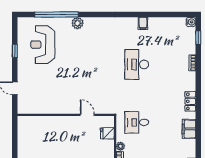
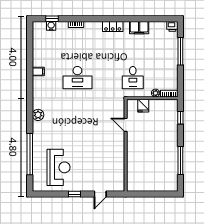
water cooler: (191, 22) -> (51, 26), moved
plant: (78, 23) -> (38, 115), moved
reception desk: (43, 45) -> (59, 167), turned -90
window: (15, 51) -> (75, 194), moved
door: (87, 115) -> (126, 125), hinge flipped

